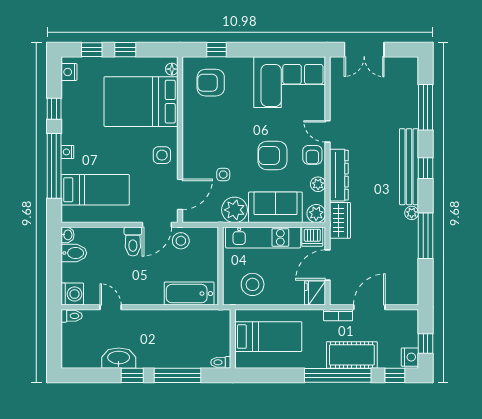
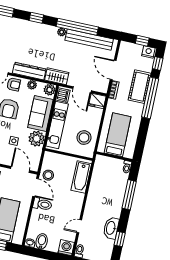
bench: (409, 167) -> (89, 40), moved
window: (426, 236) -> (77, 27), width x1.46
window: (132, 375) -> (120, 239), moved

